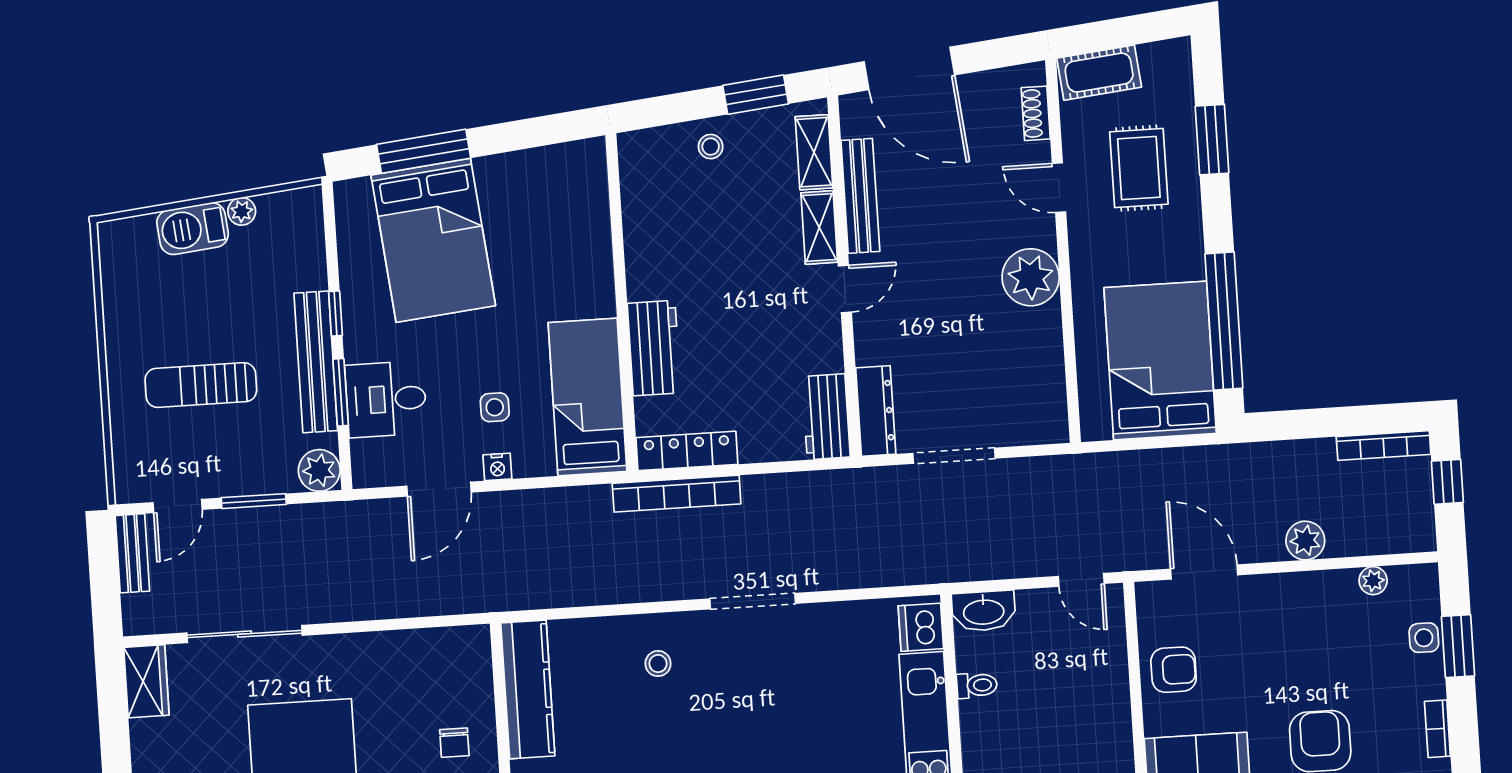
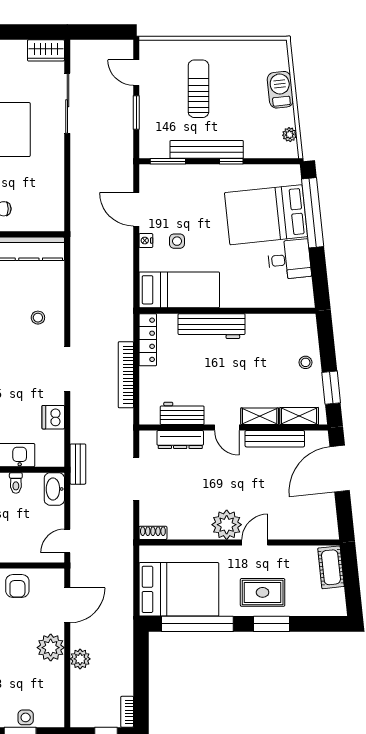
shoe rack: (1036, 113) -> (153, 533), moved
window: (1212, 140) -> (272, 624), moved
window: (424, 151) -> (313, 213), width x1.46
rug: (1139, 168) -> (263, 592), moved
door: (1059, 188) -> (255, 543), moved
plant: (242, 211) -> (290, 135), moved
workbench: (654, 348) -> (212, 326), width x1.38
window: (341, 392) -> (168, 161), moved
desk: (386, 399) -> (289, 259), moved, turned 84
dresser: (876, 411) -> (180, 440), moved
workbench: (826, 417) -> (182, 413), moved
bookcase: (1384, 446) -> (127, 712), width x0.64
plant: (319, 470) -> (150, 148), removed
bookcase: (677, 494) -> (126, 375), moved
bench: (132, 553) -> (78, 464), moved, turned 90
plant: (1373, 581) -> (51, 648), moved, width x1.87, depth x1.87
dishwasher: (921, 627) -> (53, 417), moved, turned -90

